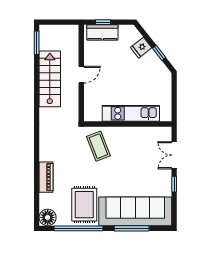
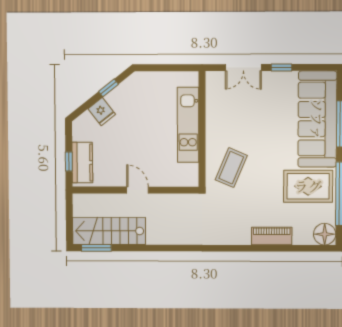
stairs: (50, 79) -> (109, 231), moved
coffee table: (98, 146) -> (231, 168), turned -46

